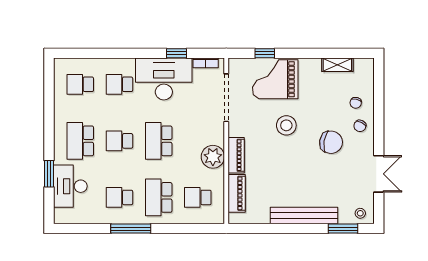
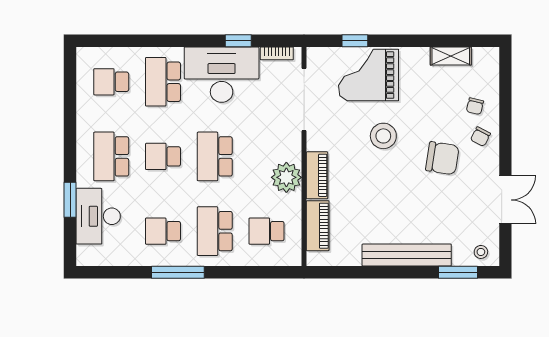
school desk: (119, 84) -> (163, 82), width x1.85

